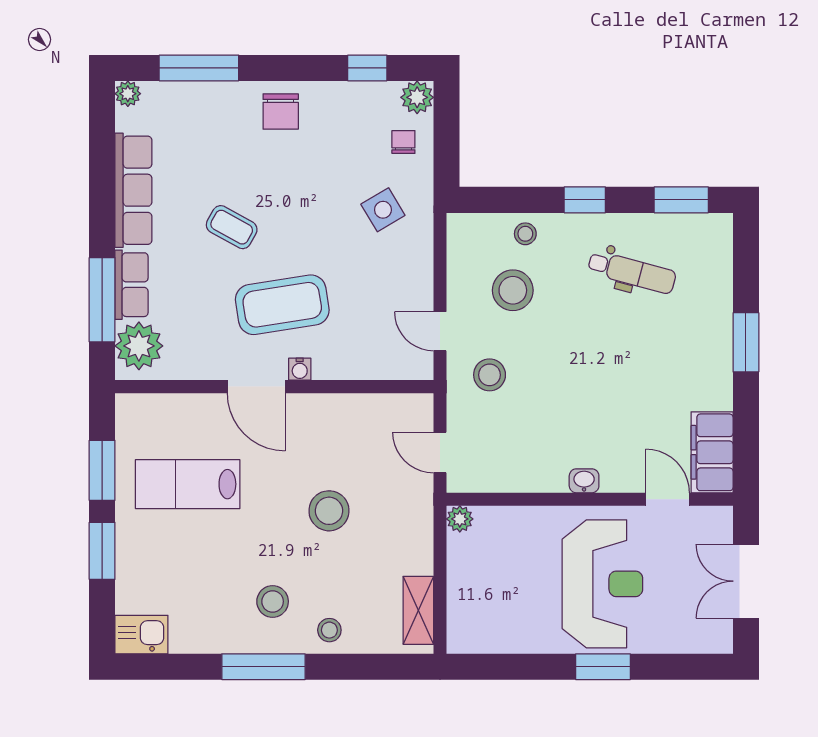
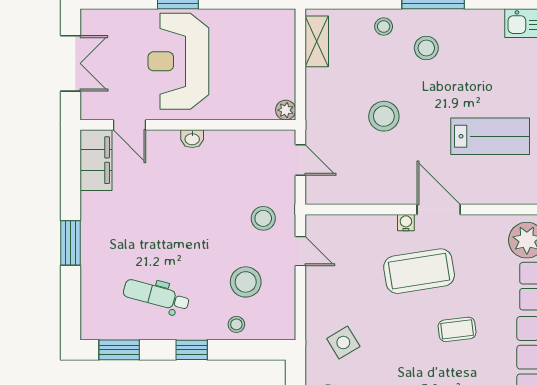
coffee table: (232, 227) -> (457, 329), turned -36

